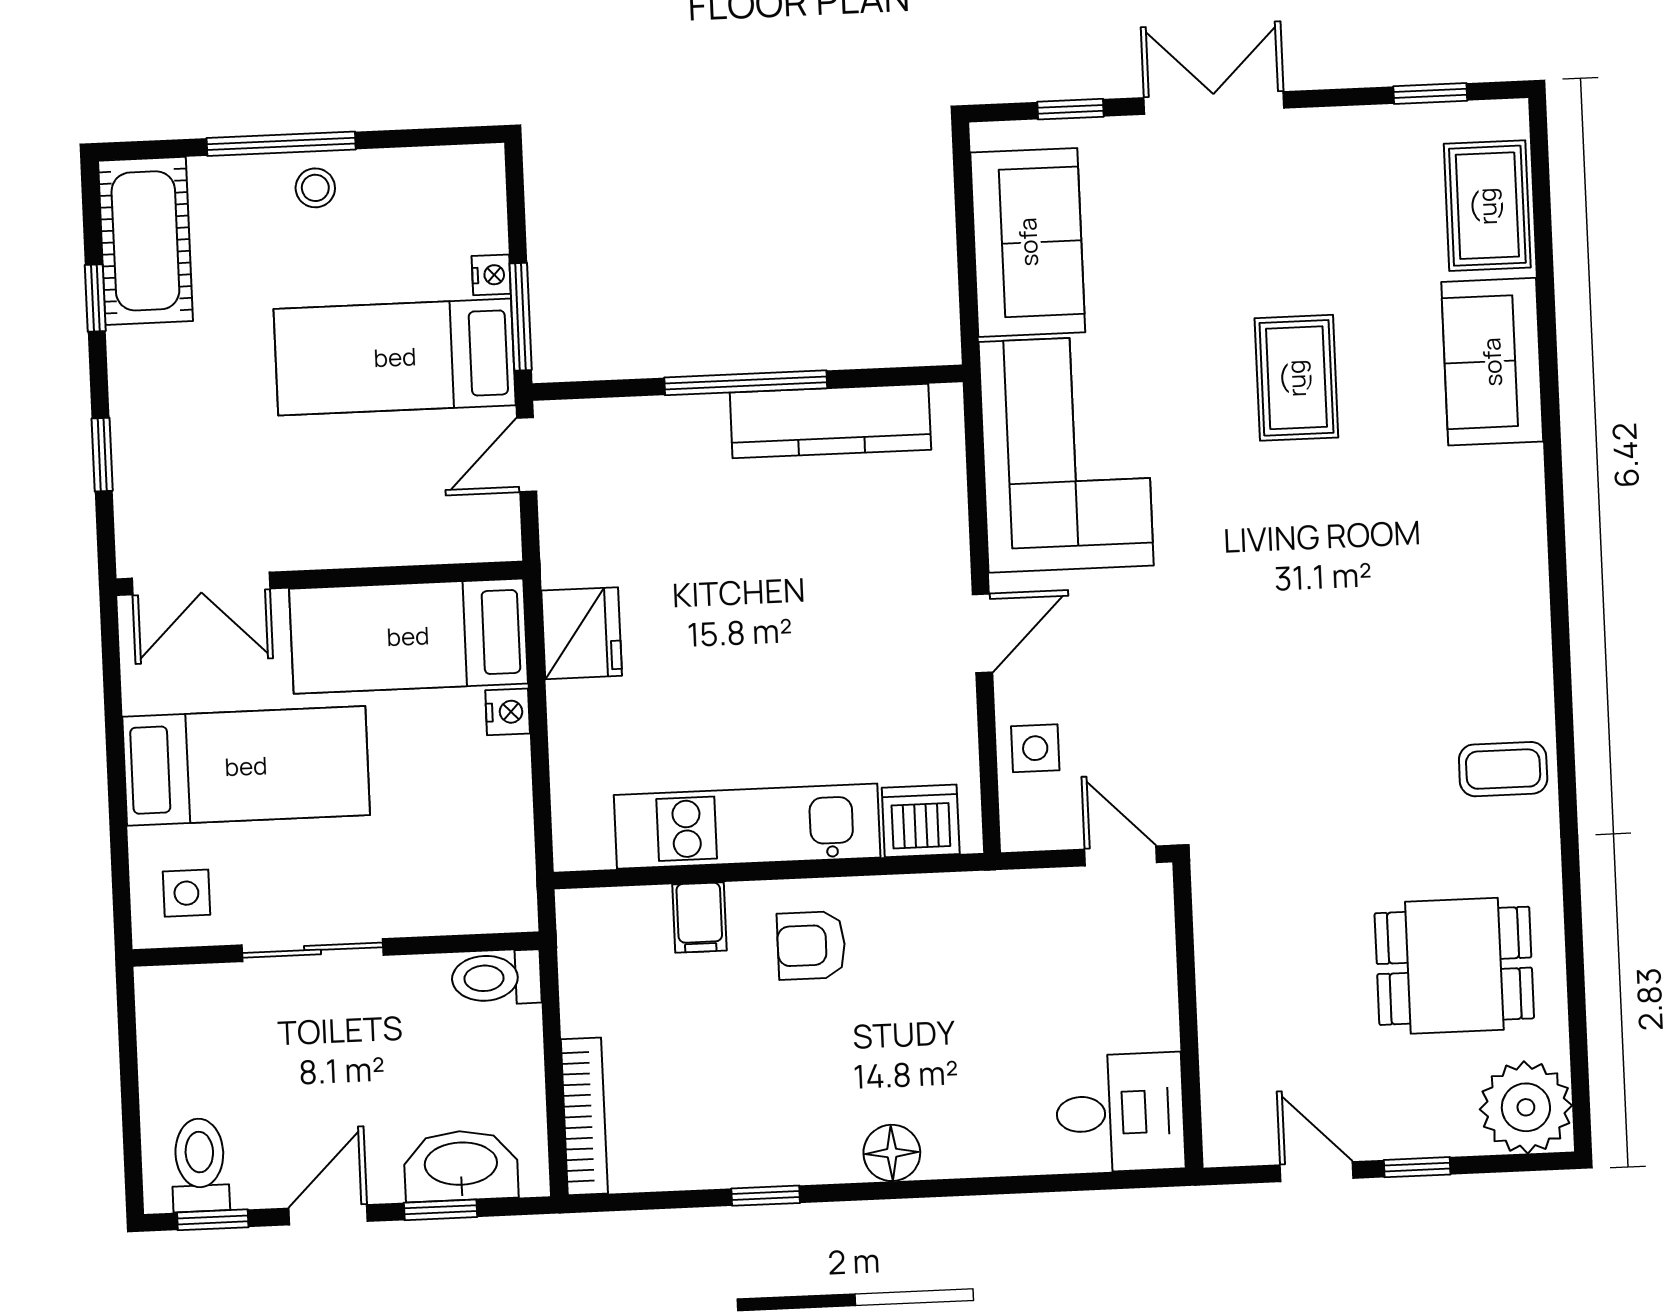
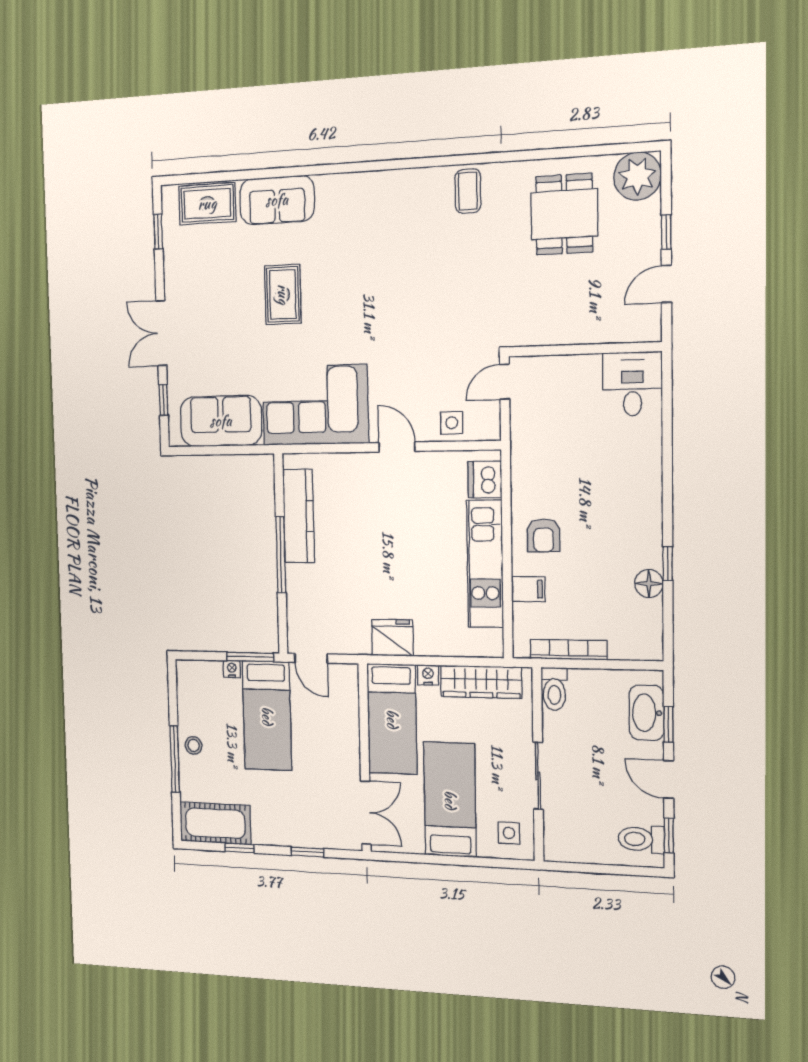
rug: (1296, 378) -> (283, 294), turned 90
wardrobe: (501, 825) -> (481, 682), added
bookcase: (584, 1116) -> (568, 650), moved
floor lamp: (892, 1153) -> (649, 584), moved

